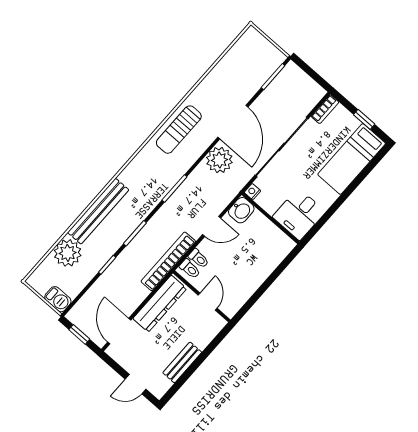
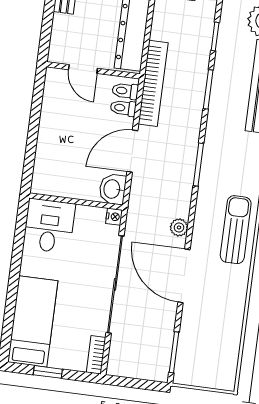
plant: (219, 160) -> (179, 227), width x0.53, depth x0.53
door: (212, 226) -> (132, 151), width x1.38

